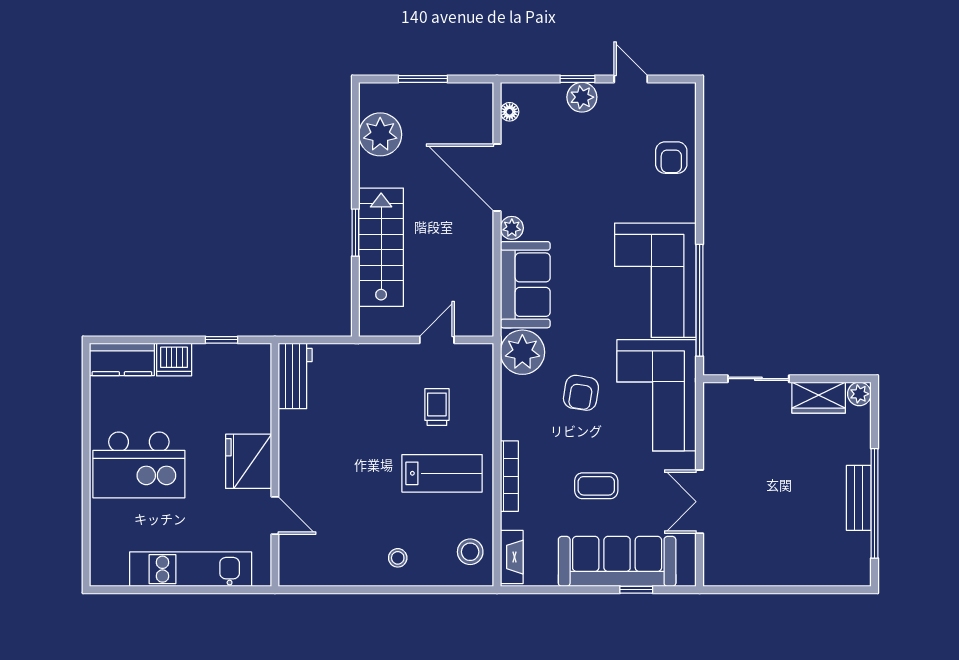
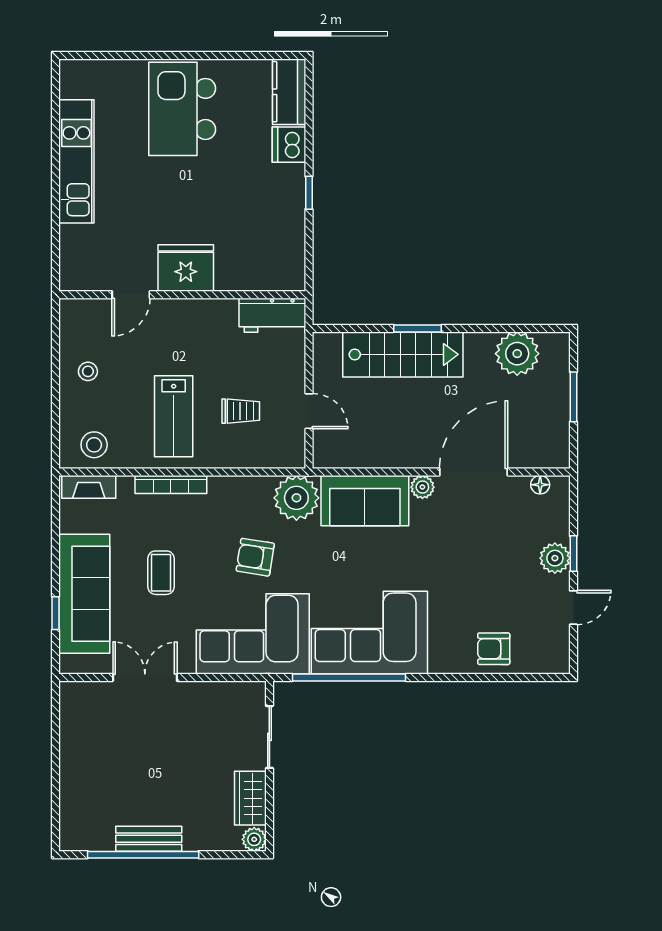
workbench: (295, 376) -> (272, 315), moved
fridge: (249, 461) -> (186, 268), moved
wall: (275, 465) -> (182, 295), moved
door: (275, 515) -> (131, 295), moved

